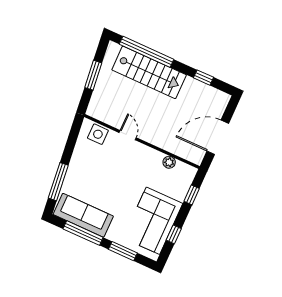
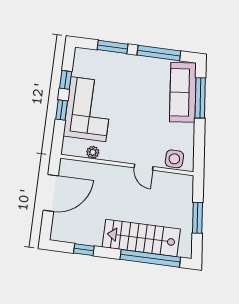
window: (192, 195) -> (62, 110), moved
sofa: (83, 215) -> (183, 92), moved, turned 84
corner sofa: (153, 221) -> (88, 109), moved

